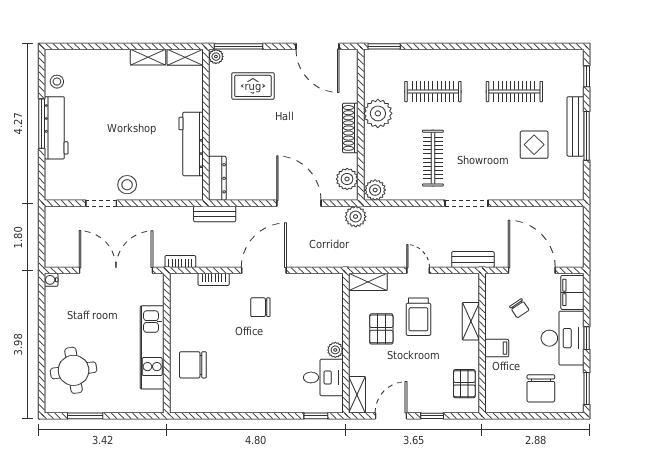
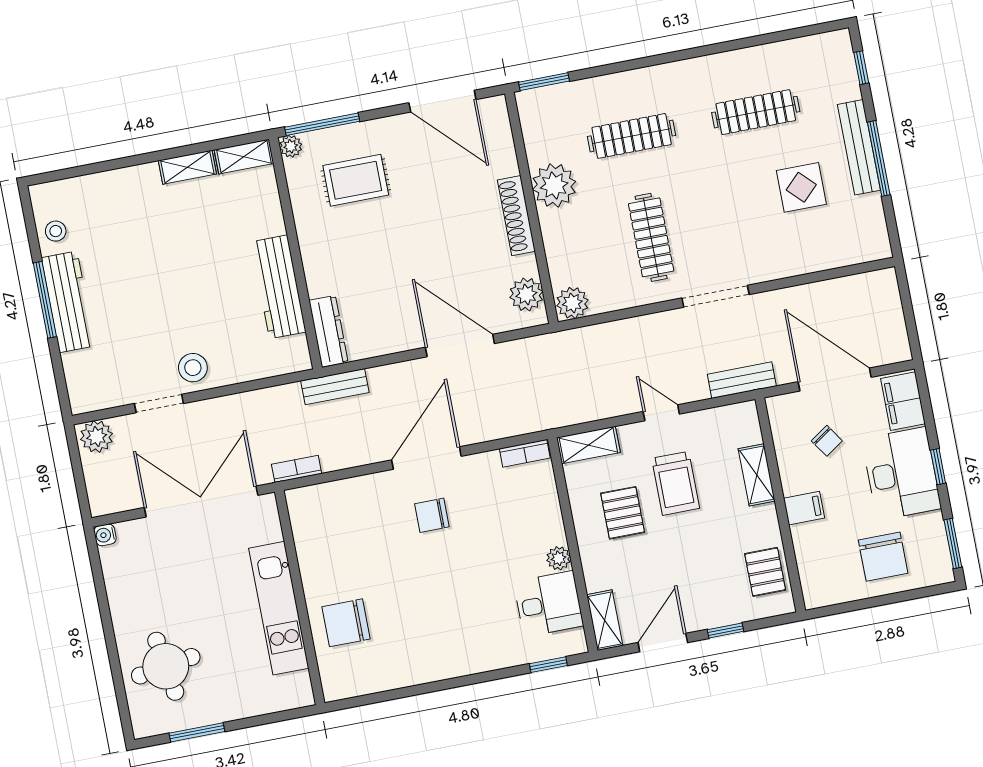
plant: (356, 217) -> (97, 437), moved
bookcase: (214, 279) -> (525, 453), moved

